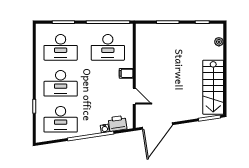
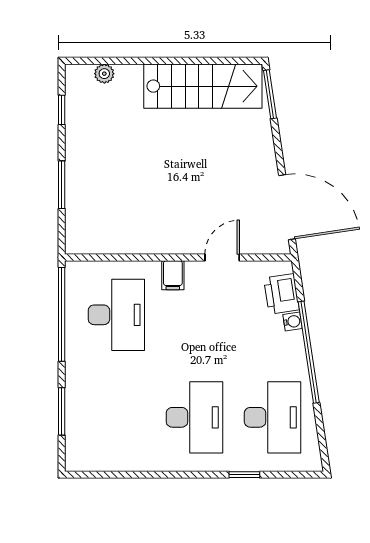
desk: (61, 47) -> (116, 417), removed

